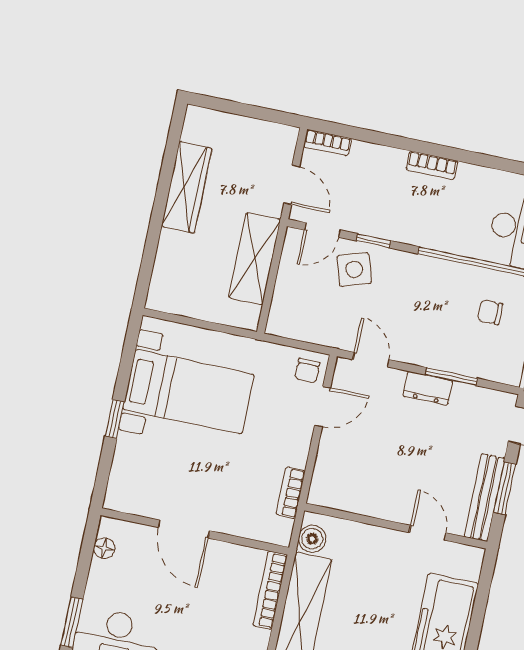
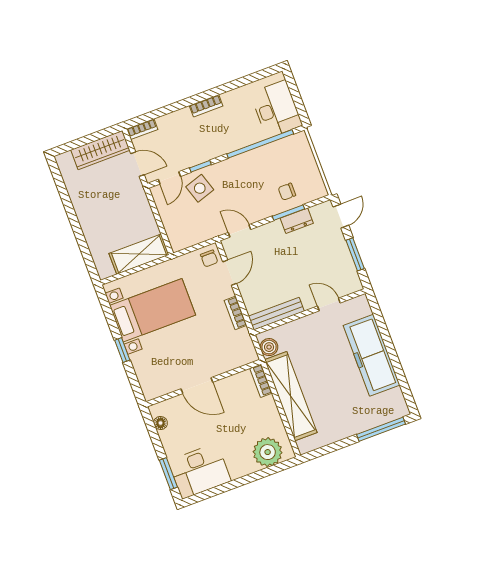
wardrobe: (187, 187) -> (100, 150), moved, turned 90
shelving: (255, 259) -> (139, 254), moved, turned 90
chair: (490, 312) -> (287, 192), moved
dresser: (428, 388) -> (297, 221), moved
bookcase: (291, 493) -> (236, 313), moved
bench: (485, 497) -> (276, 314), moved, turned 90
bookcase: (270, 590) -> (261, 381), width x0.64

